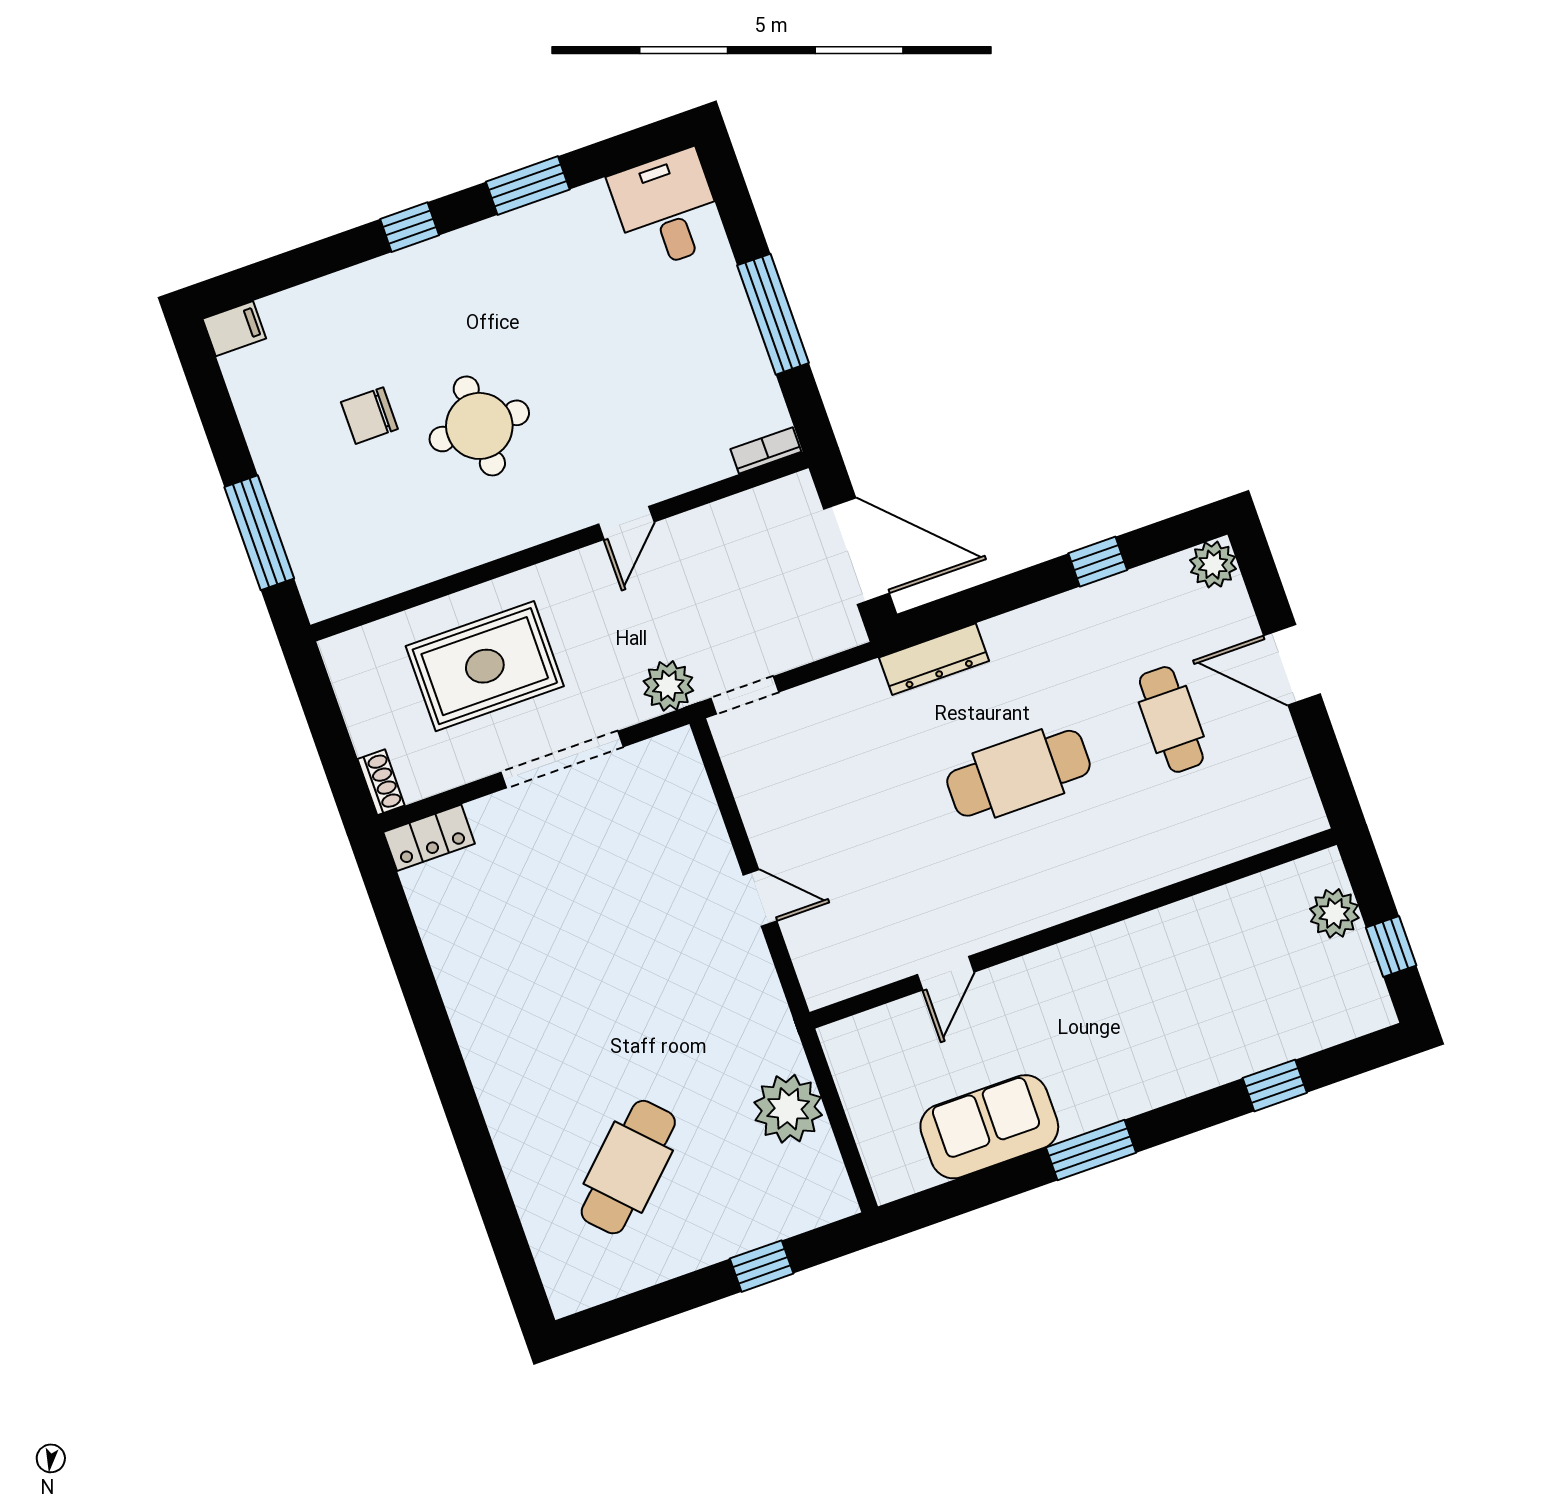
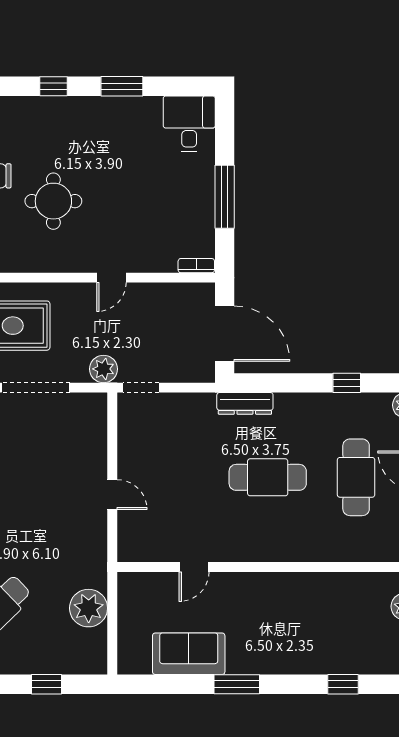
cafe table: (1171, 719) -> (356, 477), width x1.37, depth x1.35

